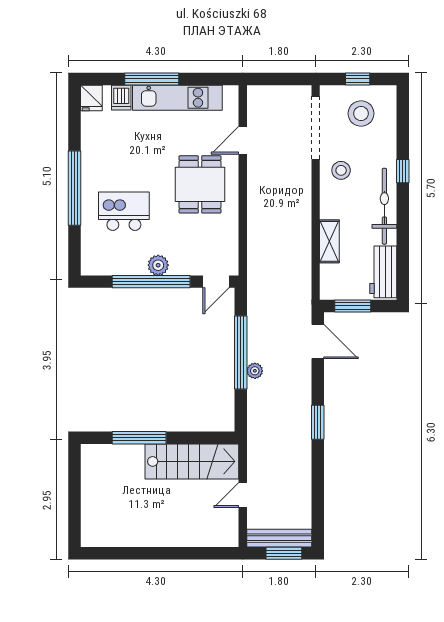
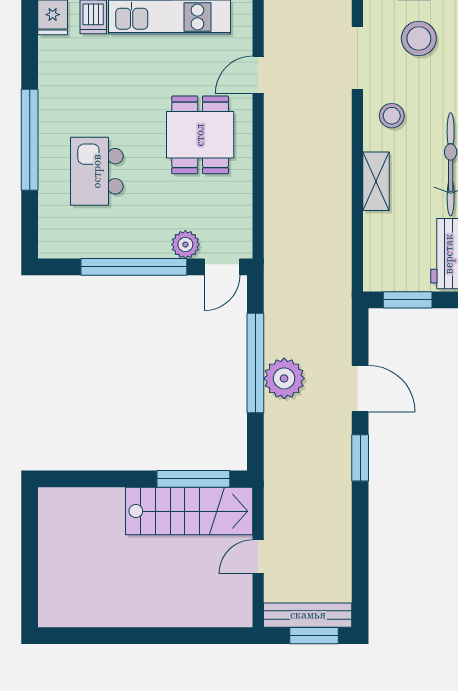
doorway: (316, 128) -> (357, 58), width x0.73
kitchen island: (124, 211) -> (97, 171), turned -90
shelving: (329, 241) -> (376, 181), moved
plant: (158, 265) -> (185, 245), moved
door: (318, 341) -> (360, 389), moved
plant: (255, 371) -> (284, 378), width x1.88, depth x1.88
window: (139, 438) -> (193, 479), moved

